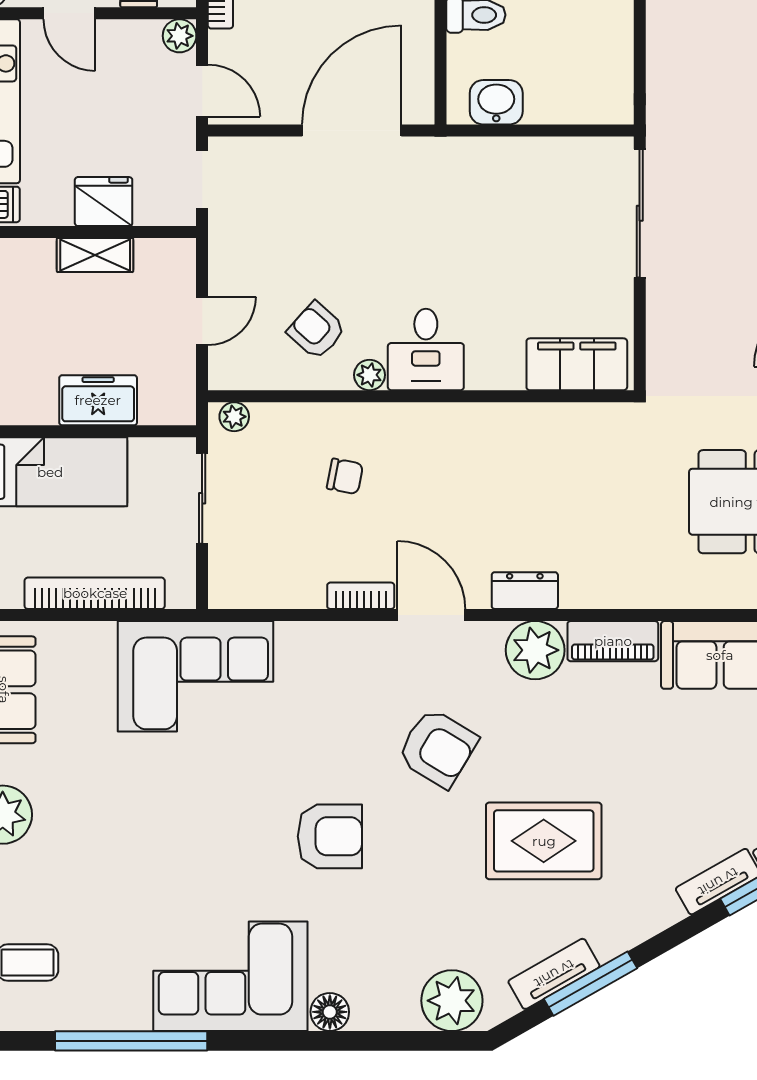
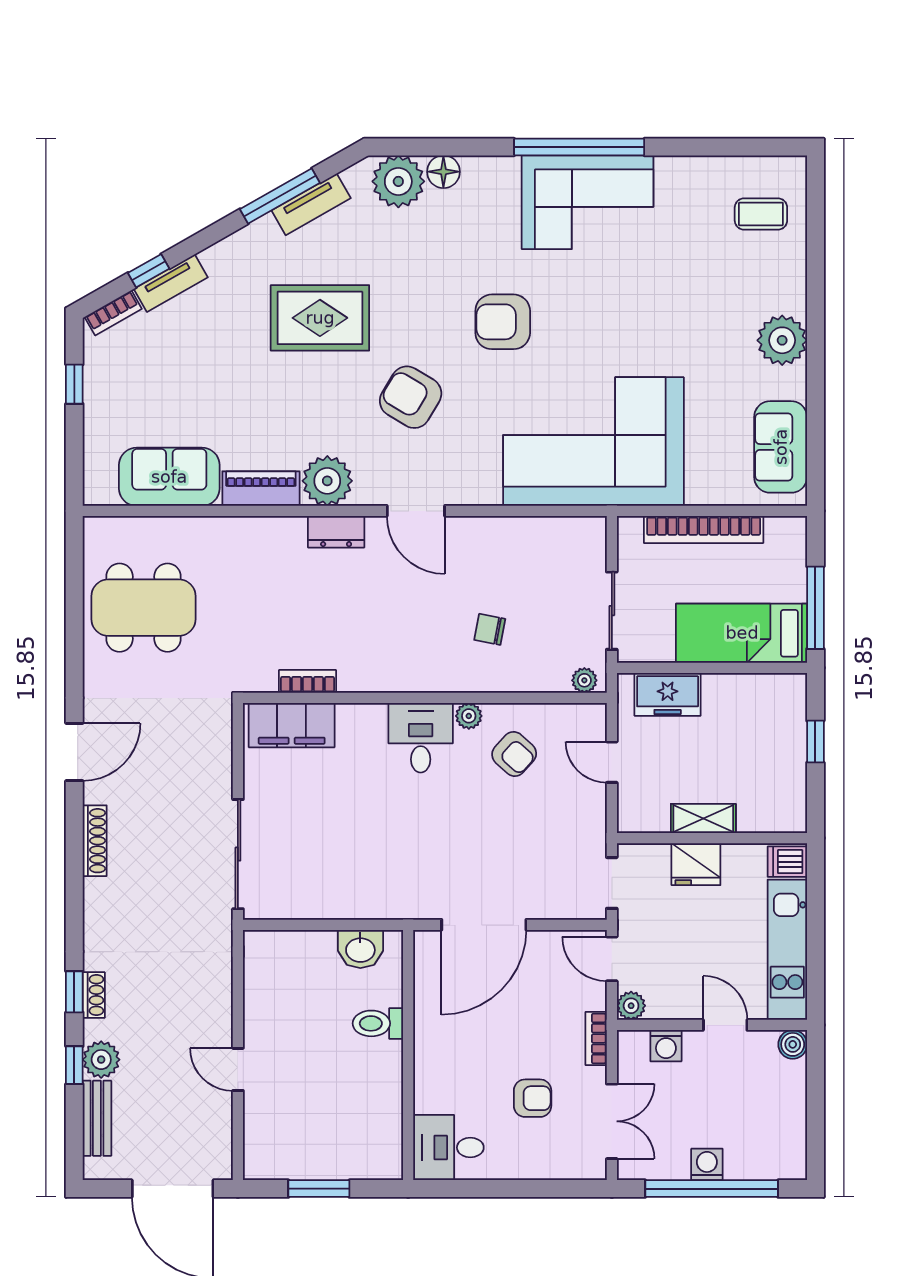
door: (202, 321) -> (612, 762), hinge flipped
freezer: (98, 400) -> (668, 694), moved
bookcase: (361, 596) -> (308, 681), moved, turned 180
corner sofa: (196, 676) -> (593, 442), width x1.36, depth x1.36
floor lamp: (330, 1012) -> (443, 172), moved
window: (131, 1041) -> (579, 147), moved

